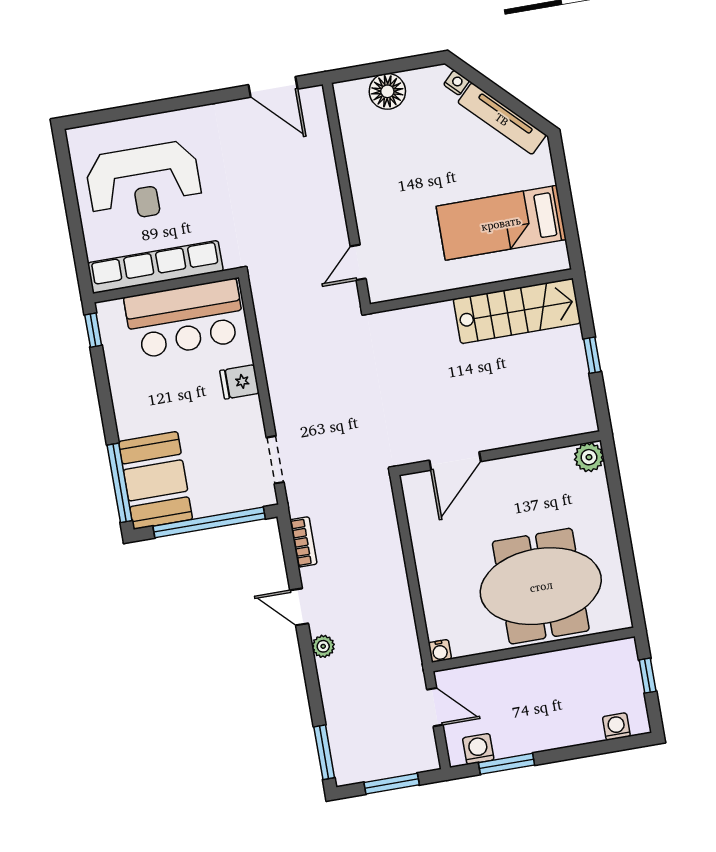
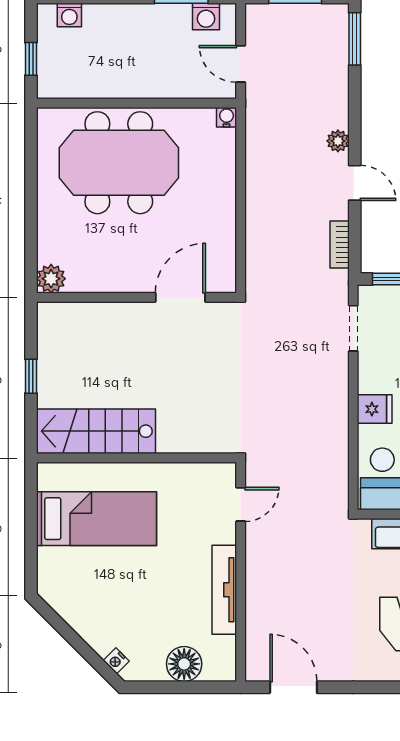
tv unit: (502, 119) -> (224, 590), moved, turned -135

